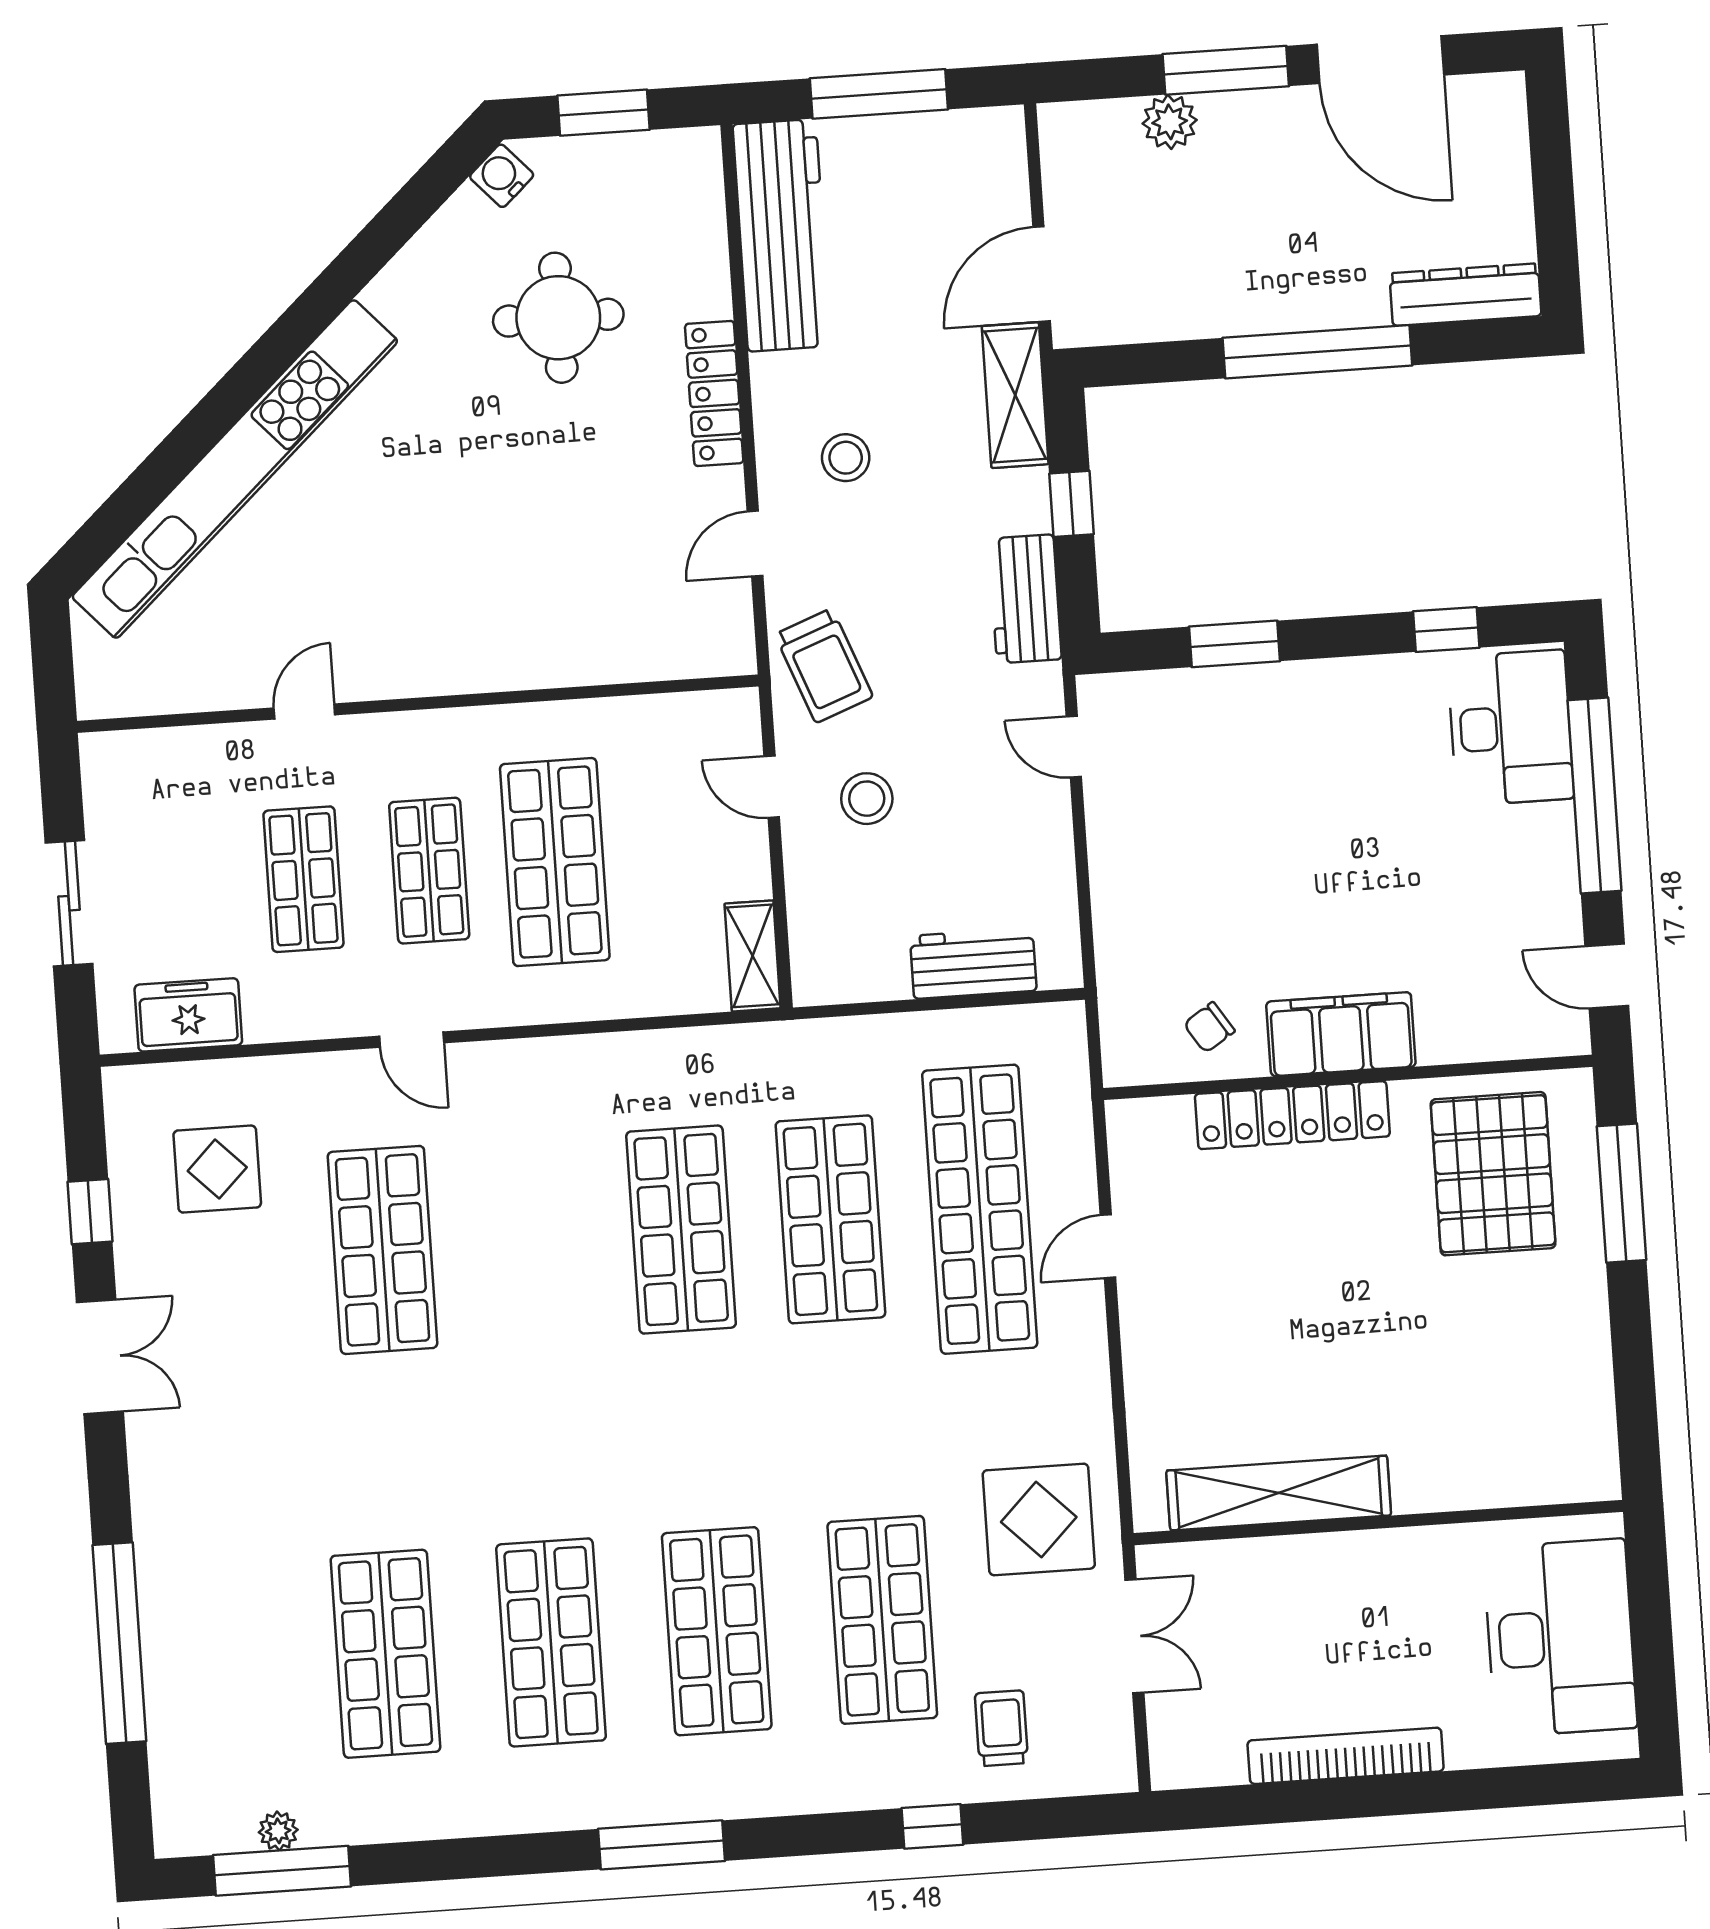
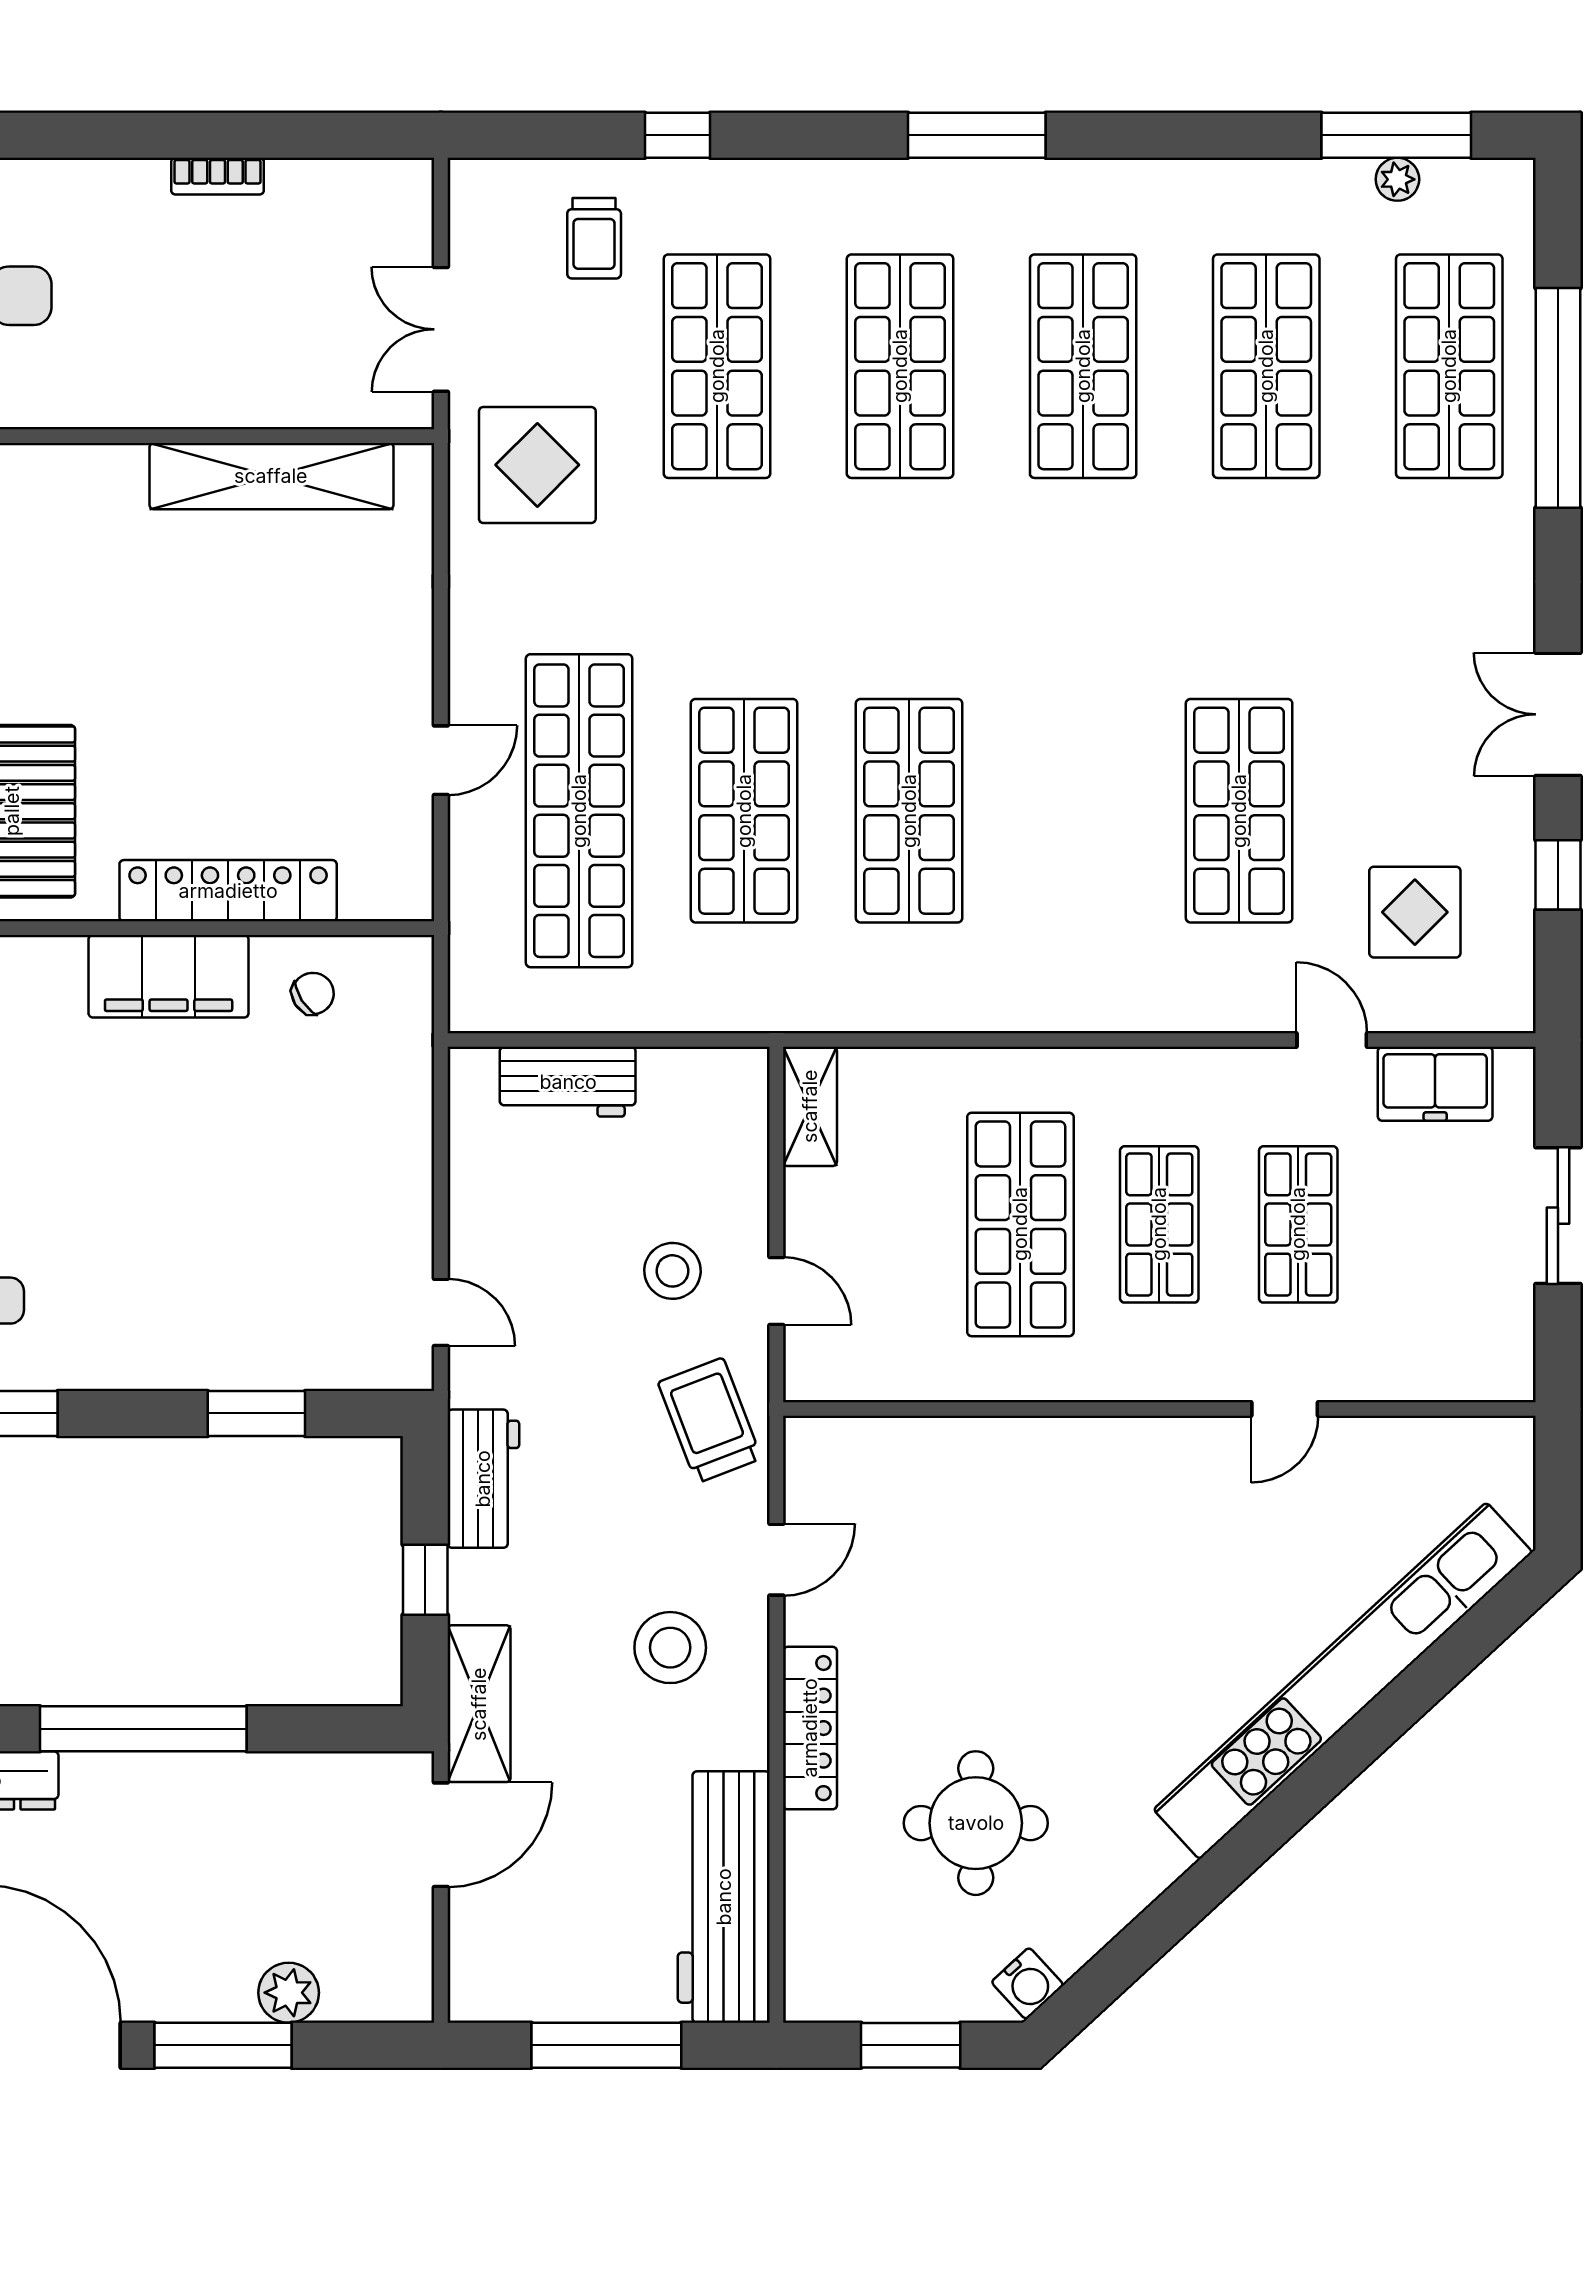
stool: (846, 458) -> (670, 1648), width x1.38, depth x1.38
door: (412, 1040) -> (1332, 1040), moved
shop shelf: (220, 1665) -> (1449, 366), added
bookcase: (1346, 1756) -> (218, 176), width x0.43, depth x0.76

